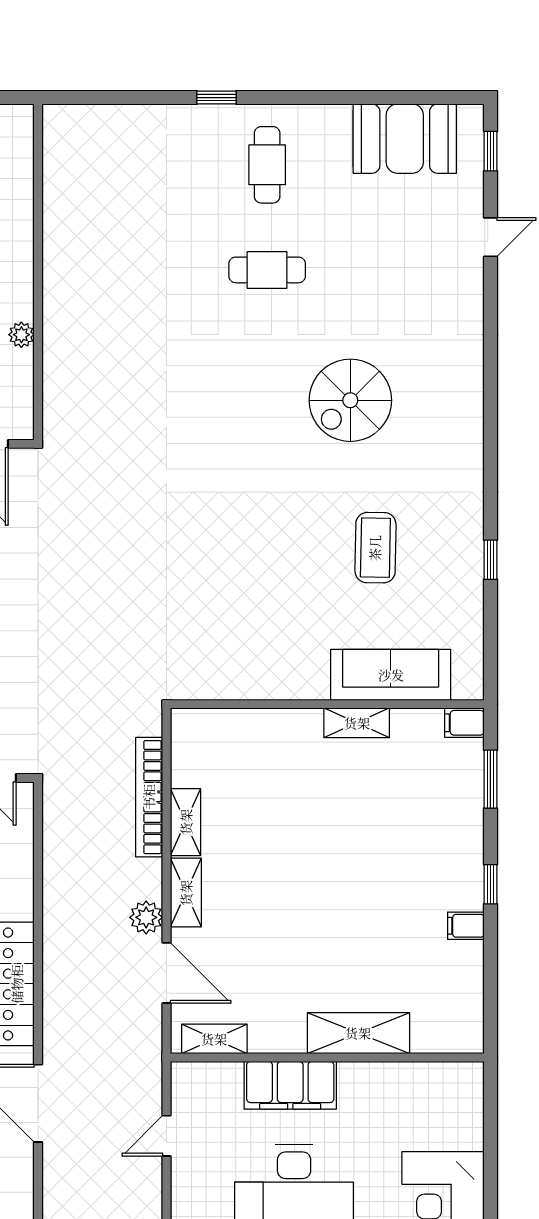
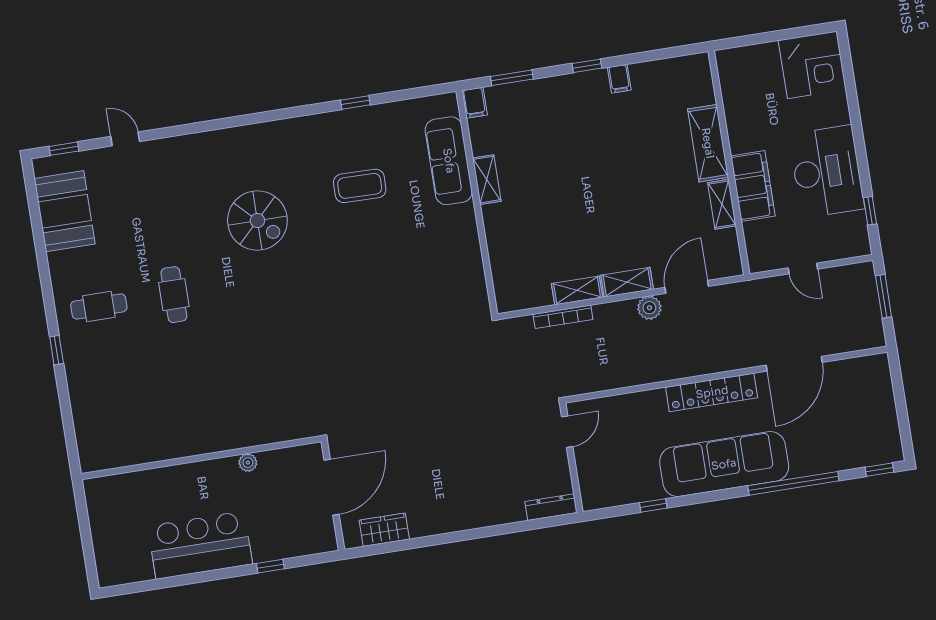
bookcase: (149, 797) -> (563, 317), width x0.68, depth x0.76
shelving: (214, 1039) -> (722, 204), moved

